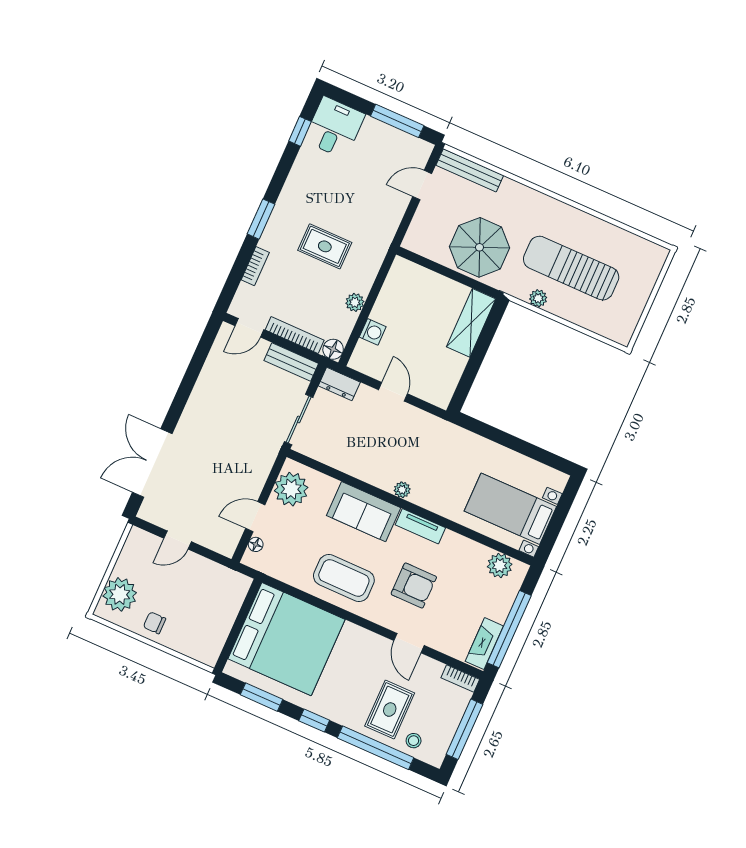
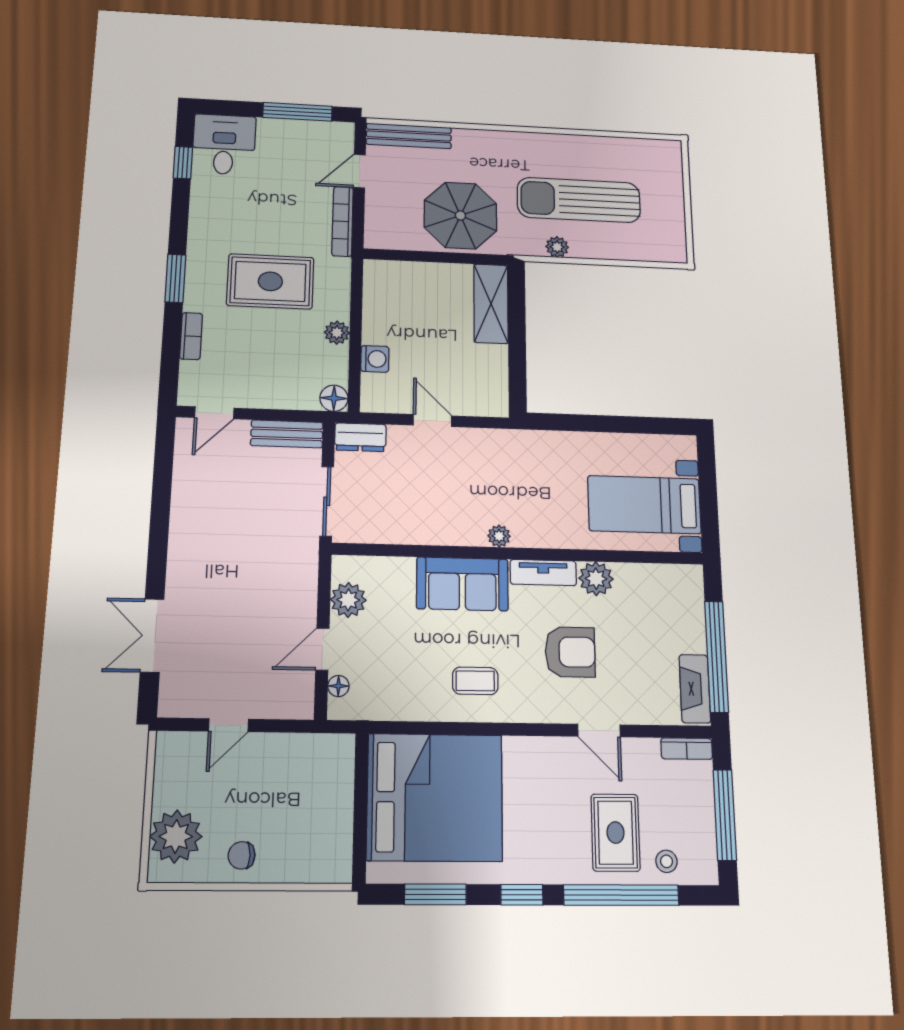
rug: (325, 246) -> (270, 281), width x1.36, depth x1.43
bookcase: (295, 335) -> (343, 221), moved, turned -90
double door: (152, 463) -> (152, 635), width x0.73
plant: (291, 489) -> (348, 600), width x0.73, depth x0.73
plant: (500, 565) -> (596, 579), moved
coffee table: (344, 578) -> (475, 681), width x0.54, depth x0.58

